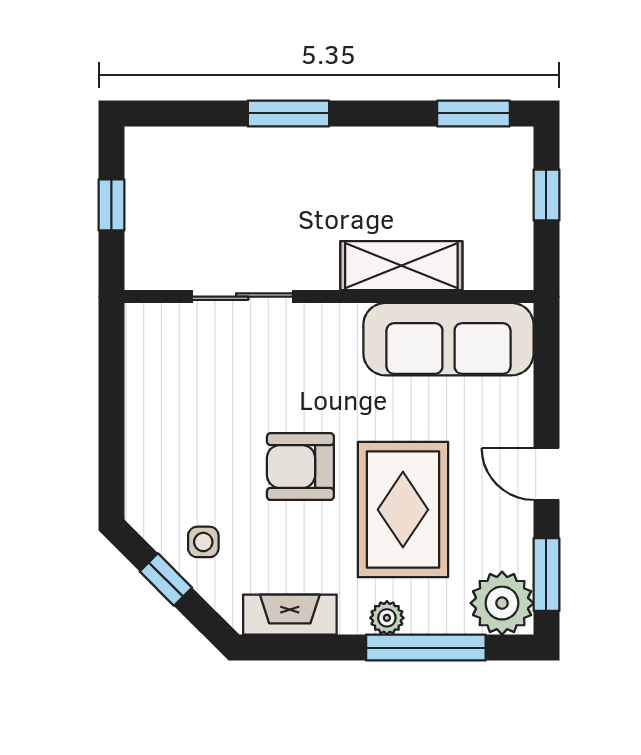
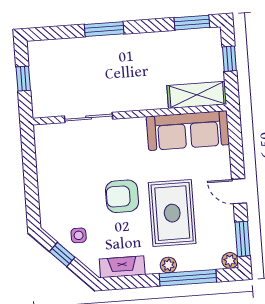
shelving: (401, 266) -> (197, 95), moved
plant: (502, 603) -> (230, 260), width x0.53, depth x0.53

